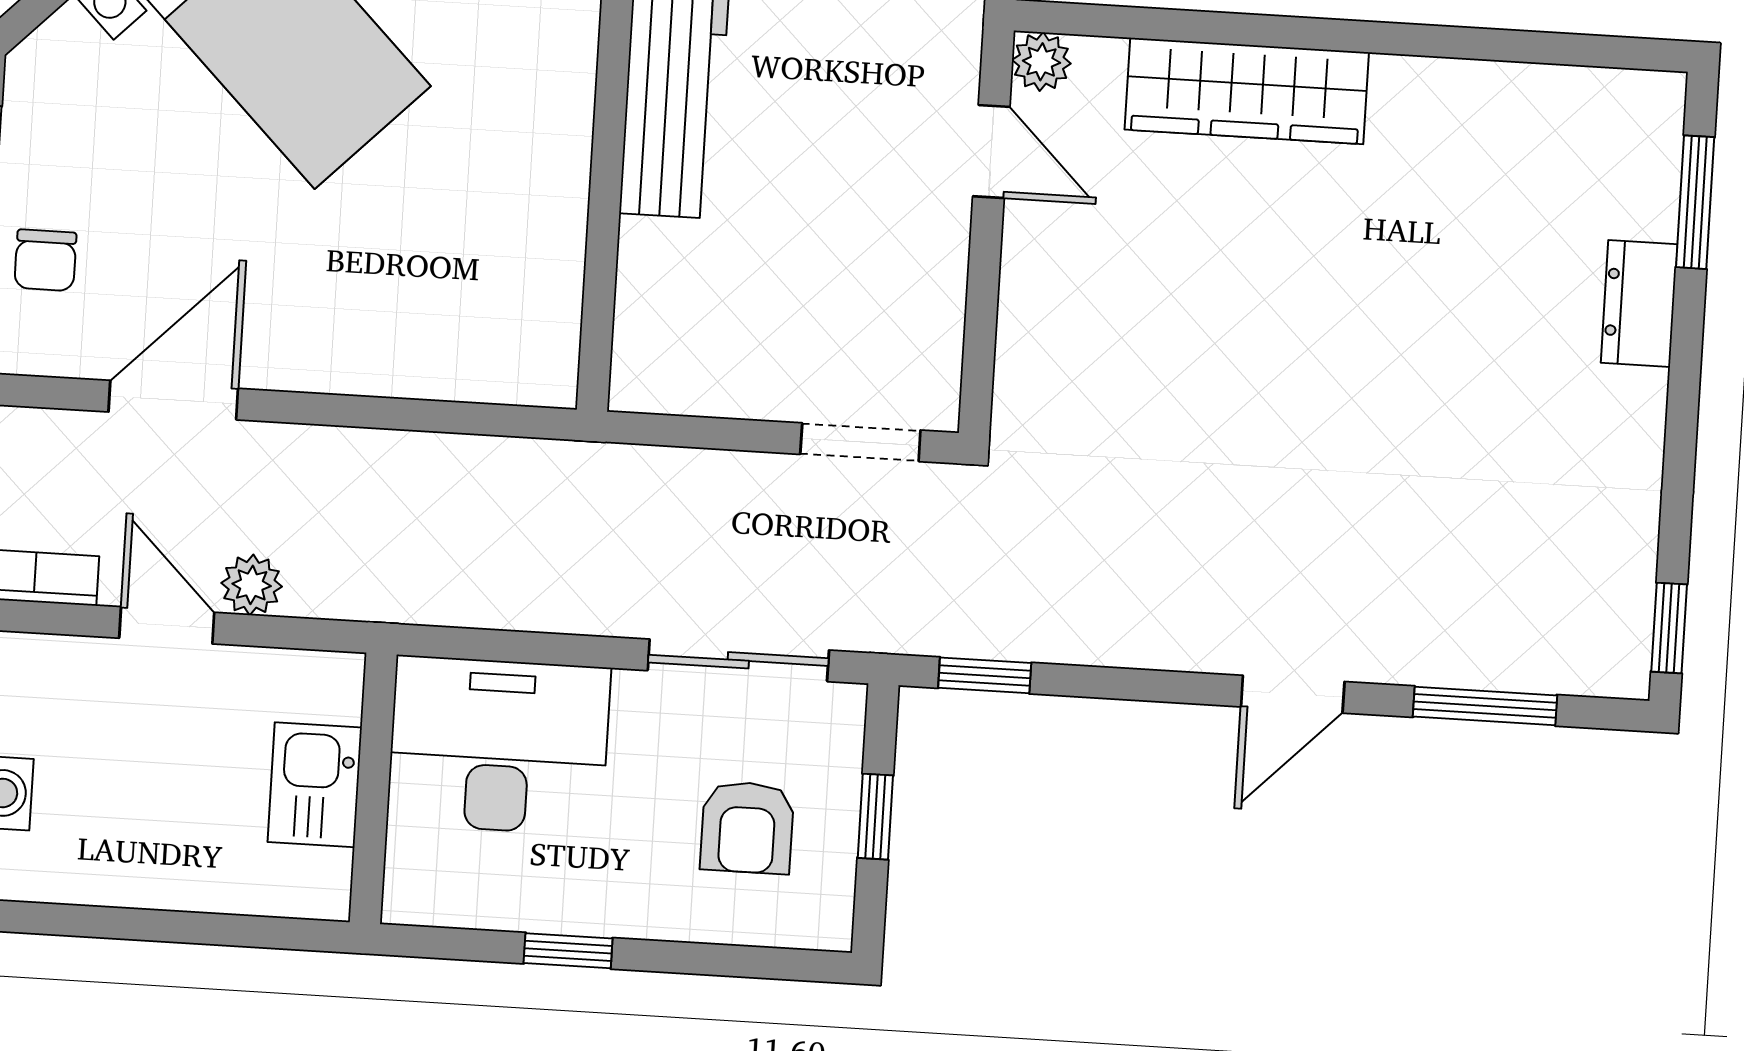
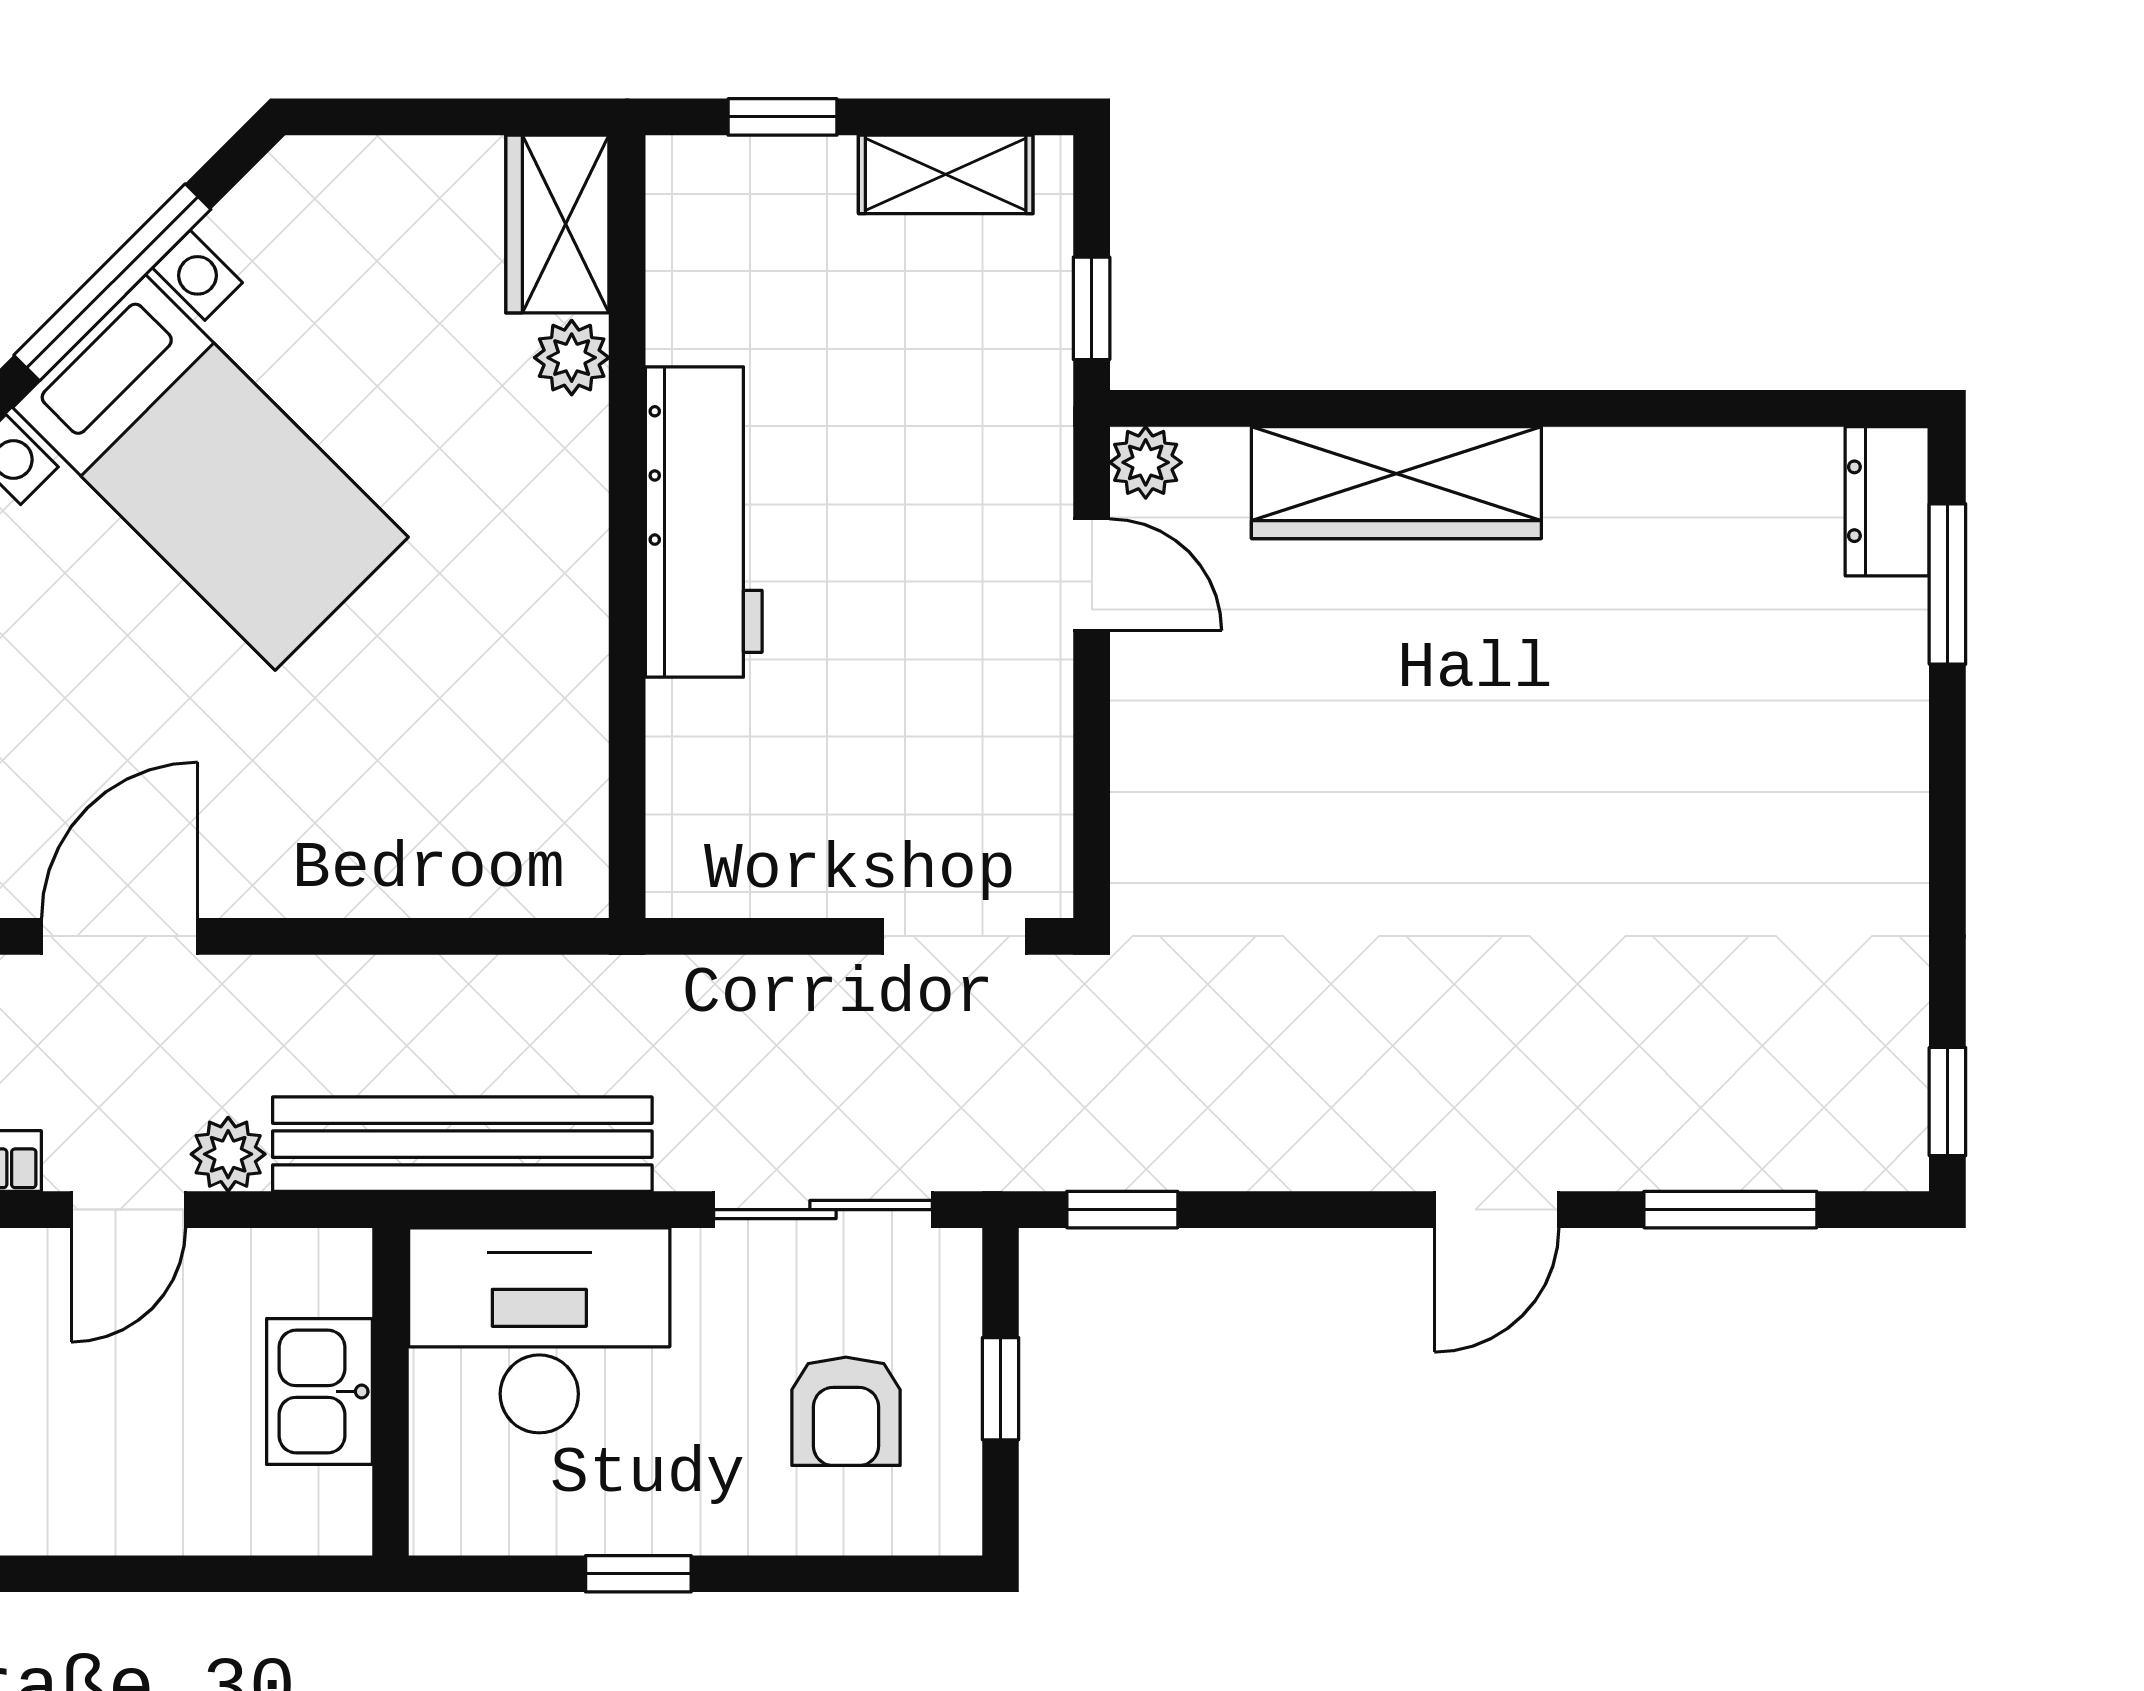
dresser: (1639, 303) -> (1887, 501), moved
bench: (445, 588) -> (462, 1144), added
door: (167, 625) -> (128, 1210), swing flipped

